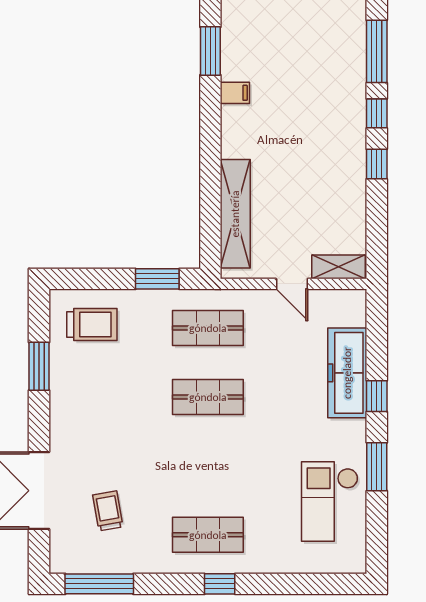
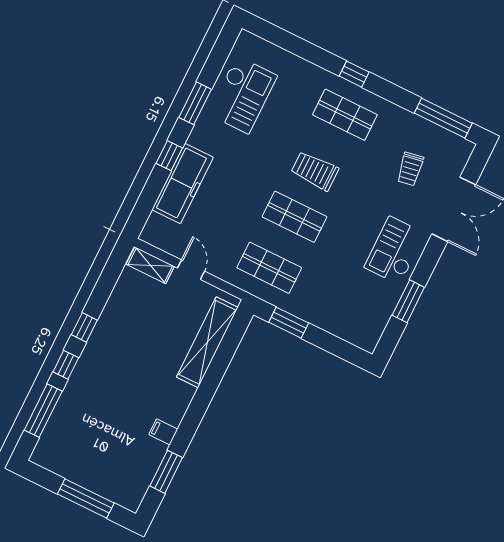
trolley: (92, 324) -> (315, 171), moved
checkout: (81, 414) -> (395, 250), added

